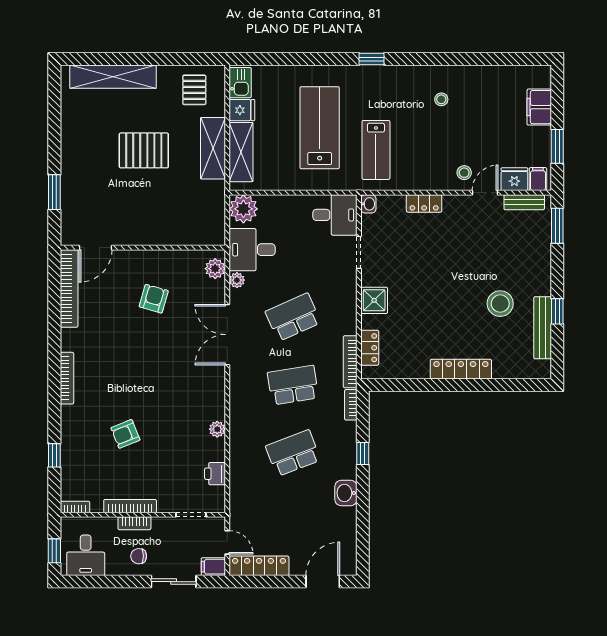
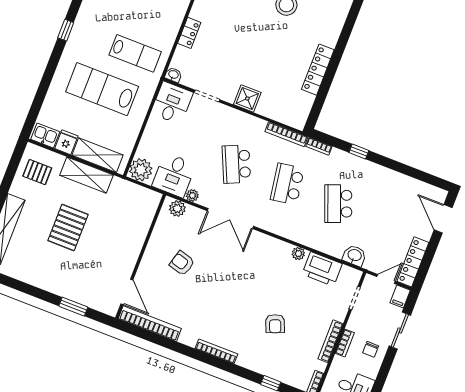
locker: (370, 348) -> (282, 116), removed
locker: (461, 369) -> (318, 70), moved
printer: (215, 474) -> (322, 269), width x1.87, depth x1.48
washbasin: (346, 493) -> (354, 256), moved, turned 180

